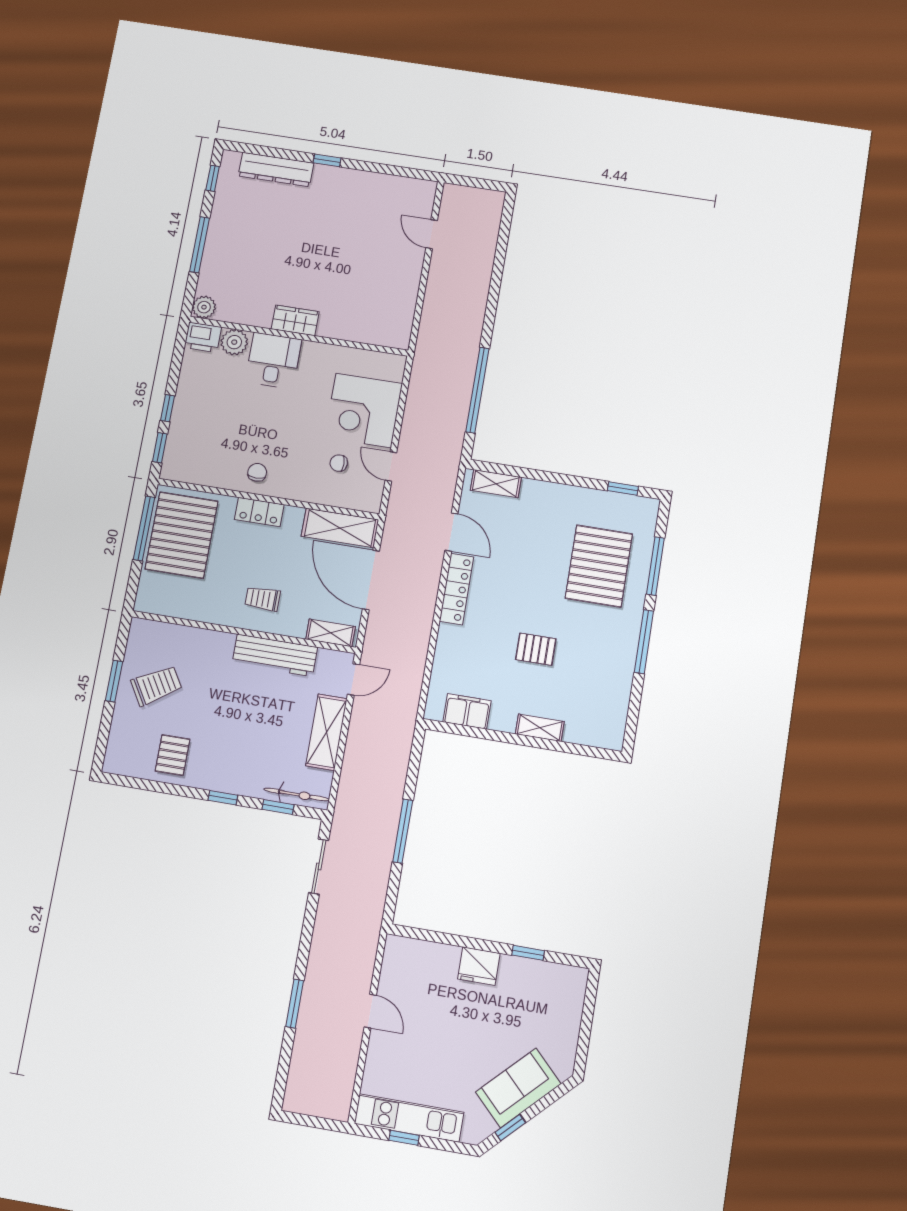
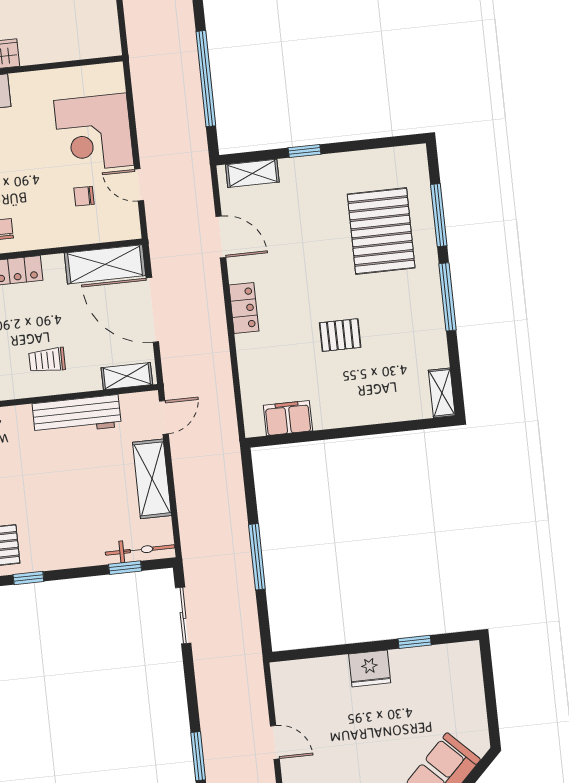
window: (623, 488) -> (305, 151), moved
locker: (456, 589) -> (244, 308), width x0.66
shelving: (540, 728) -> (442, 393), moved, turned 90
window: (223, 798) -> (28, 578), moved

